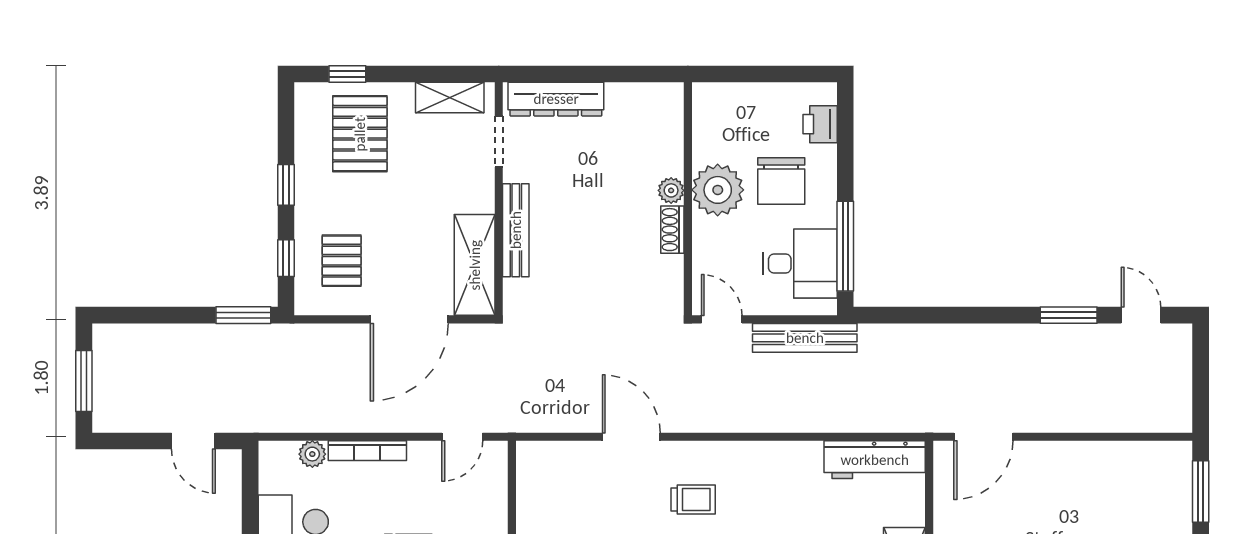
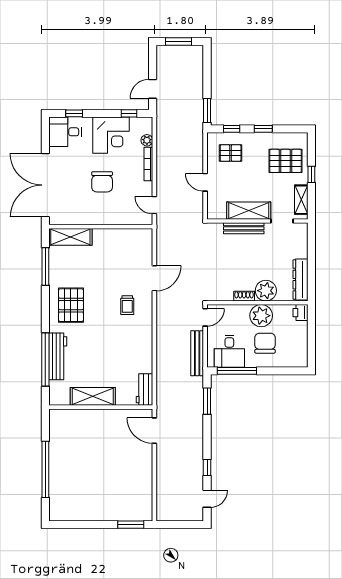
window: (347, 74) -> (311, 174), moved
dresser: (556, 99) -> (300, 280), moved
printer: (820, 124) -> (300, 313), moved, turned -90
chair: (781, 181) -> (265, 343), turned 90
plant: (671, 190) -> (266, 291), width x1.87, depth x1.87
shelving: (475, 265) -> (249, 211), moved
window: (915, 315) -> (207, 401), added
window: (1069, 315) -> (207, 467), width x0.67
door: (409, 319) -> (205, 182), width x0.53
workbench: (875, 460) -> (145, 389), width x0.73
window: (250, 496) -> (129, 113), added

